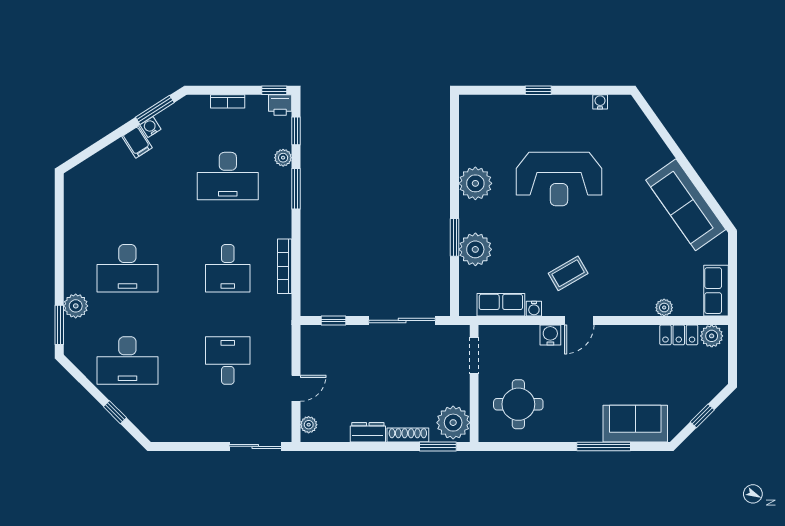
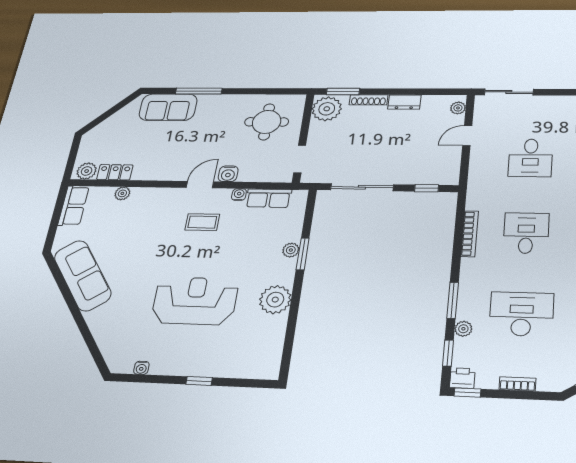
plant: (475, 249) -> (291, 250), width x0.53, depth x0.53
coffee table: (568, 273) -> (202, 222), turned 30
window: (702, 416) -> (110, 112), removed

